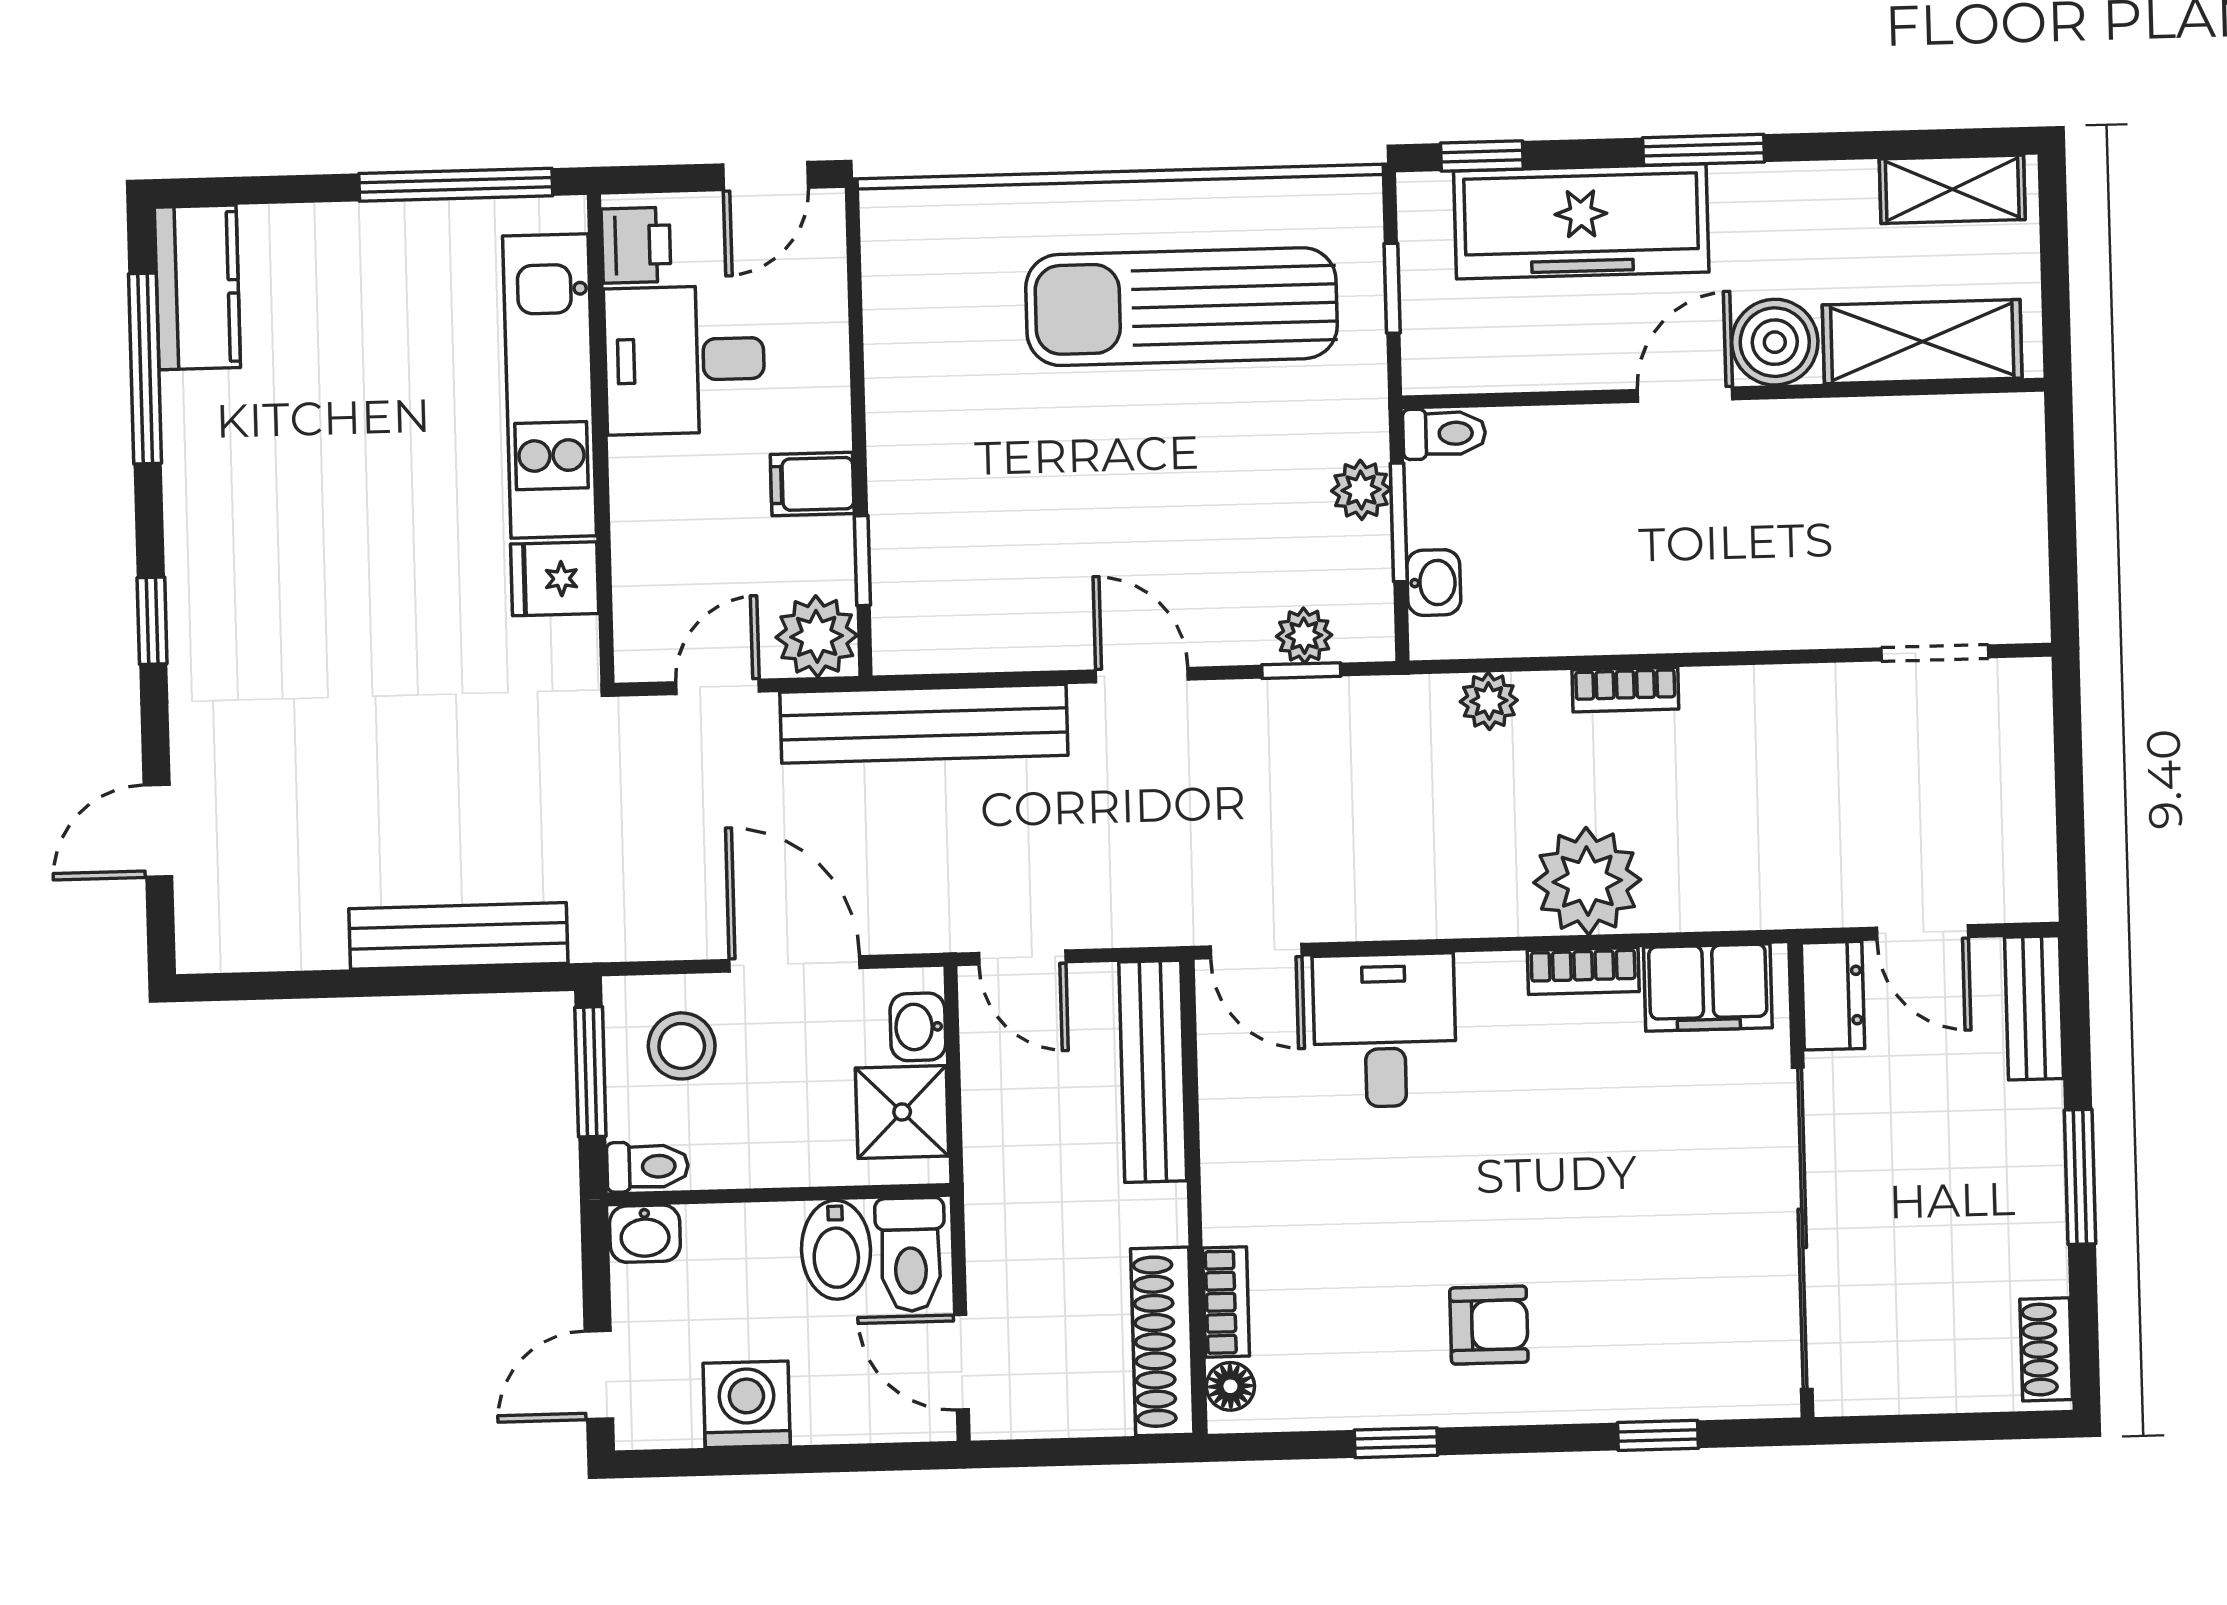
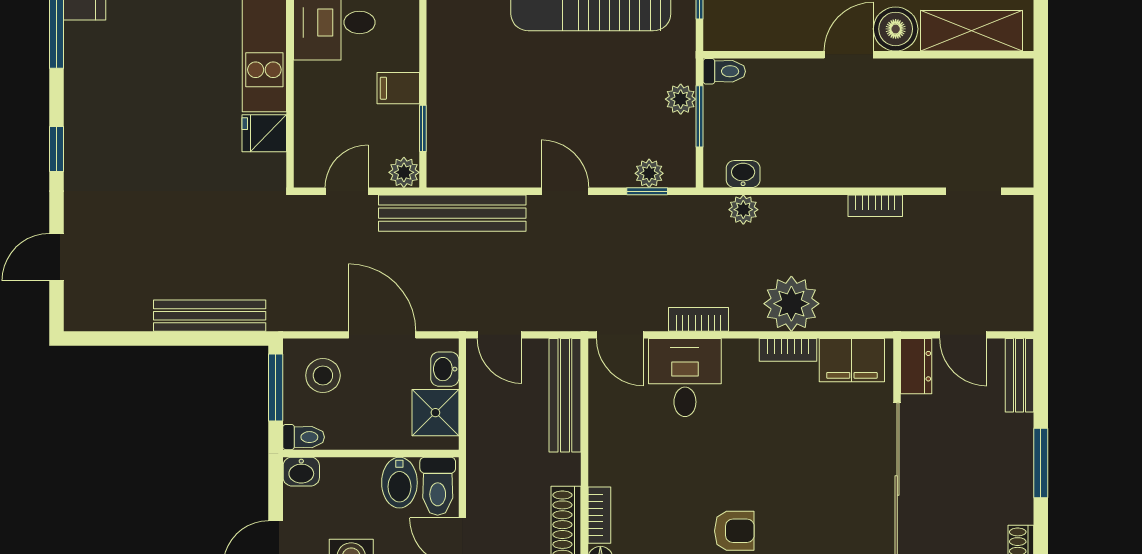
washbasin: (1434, 583) -> (743, 174), moved, turned -90
plant: (817, 636) -> (404, 172), width x0.73, depth x0.73
bookcase: (1625, 690) -> (875, 206), moved
bookcase: (1408, 917) -> (699, 319), added

